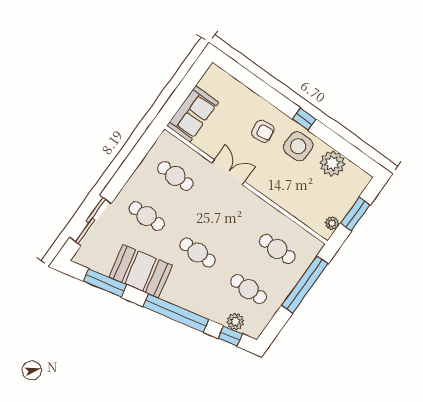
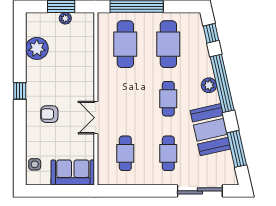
armchair: (263, 131) -> (49, 114), turned -83
side table: (298, 146) -> (35, 164), moved, width x0.54, depth x0.54
plant: (332, 223) -> (65, 18), moved
cafe table: (277, 249) -> (125, 44), width x1.37, depth x1.35
cafe table: (249, 289) -> (168, 44), width x1.37, depth x1.35
plant: (235, 322) -> (209, 85), moved

